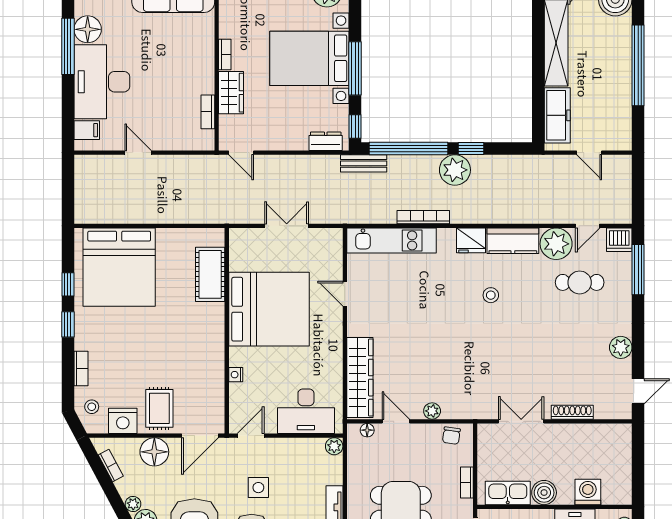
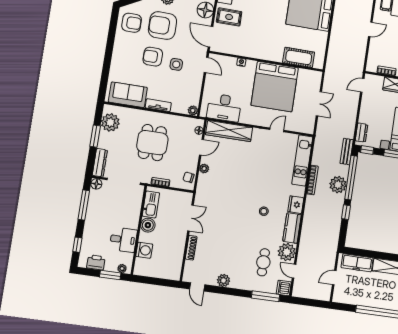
plant: (455, 170) -> (338, 185), moved
desk: (306, 411) -> (224, 108), moved, turned -90

